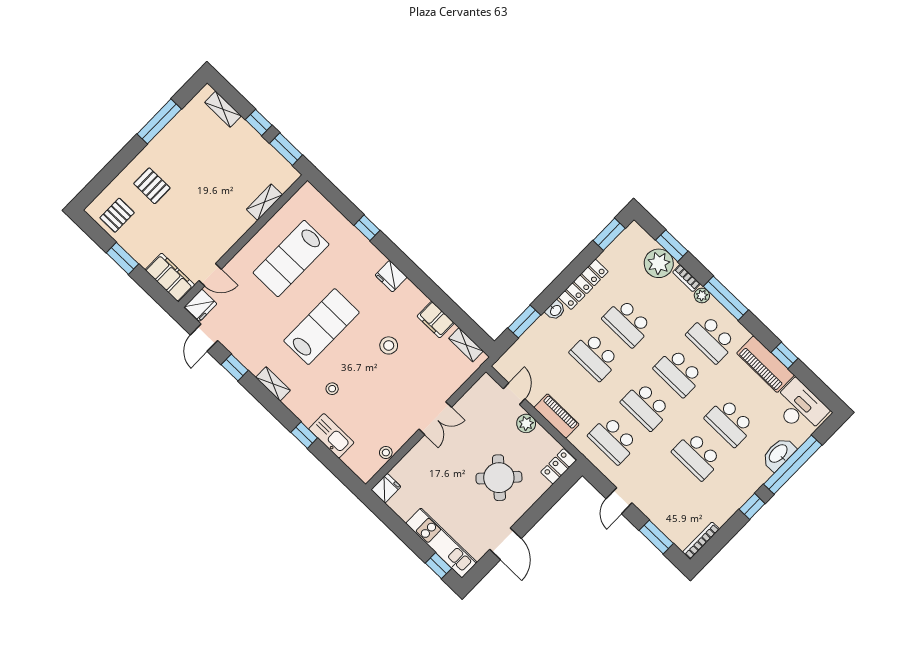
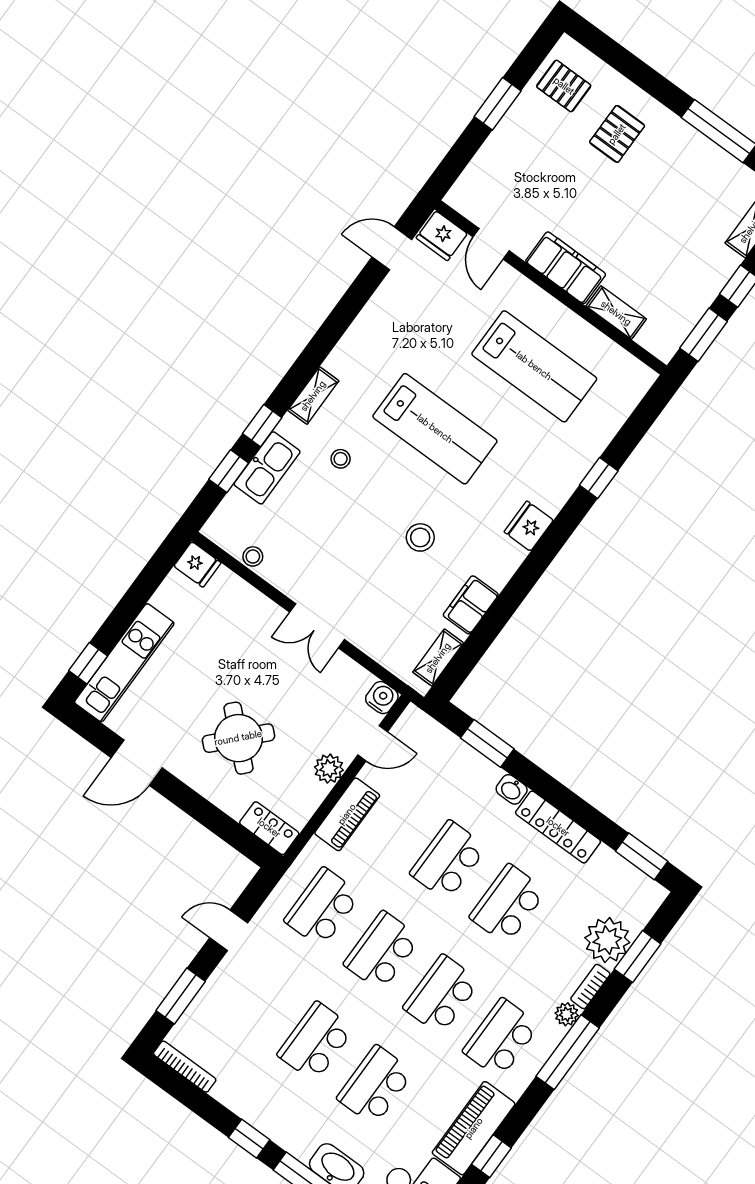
lab bench: (291, 259) -> (534, 366), turned 180
filing cabinet: (170, 277) -> (566, 268), moved, turned -90
window: (235, 367) -> (229, 471), moved
shelving: (273, 384) -> (313, 396), moved
water cooler: (486, 384) -> (382, 698), added

